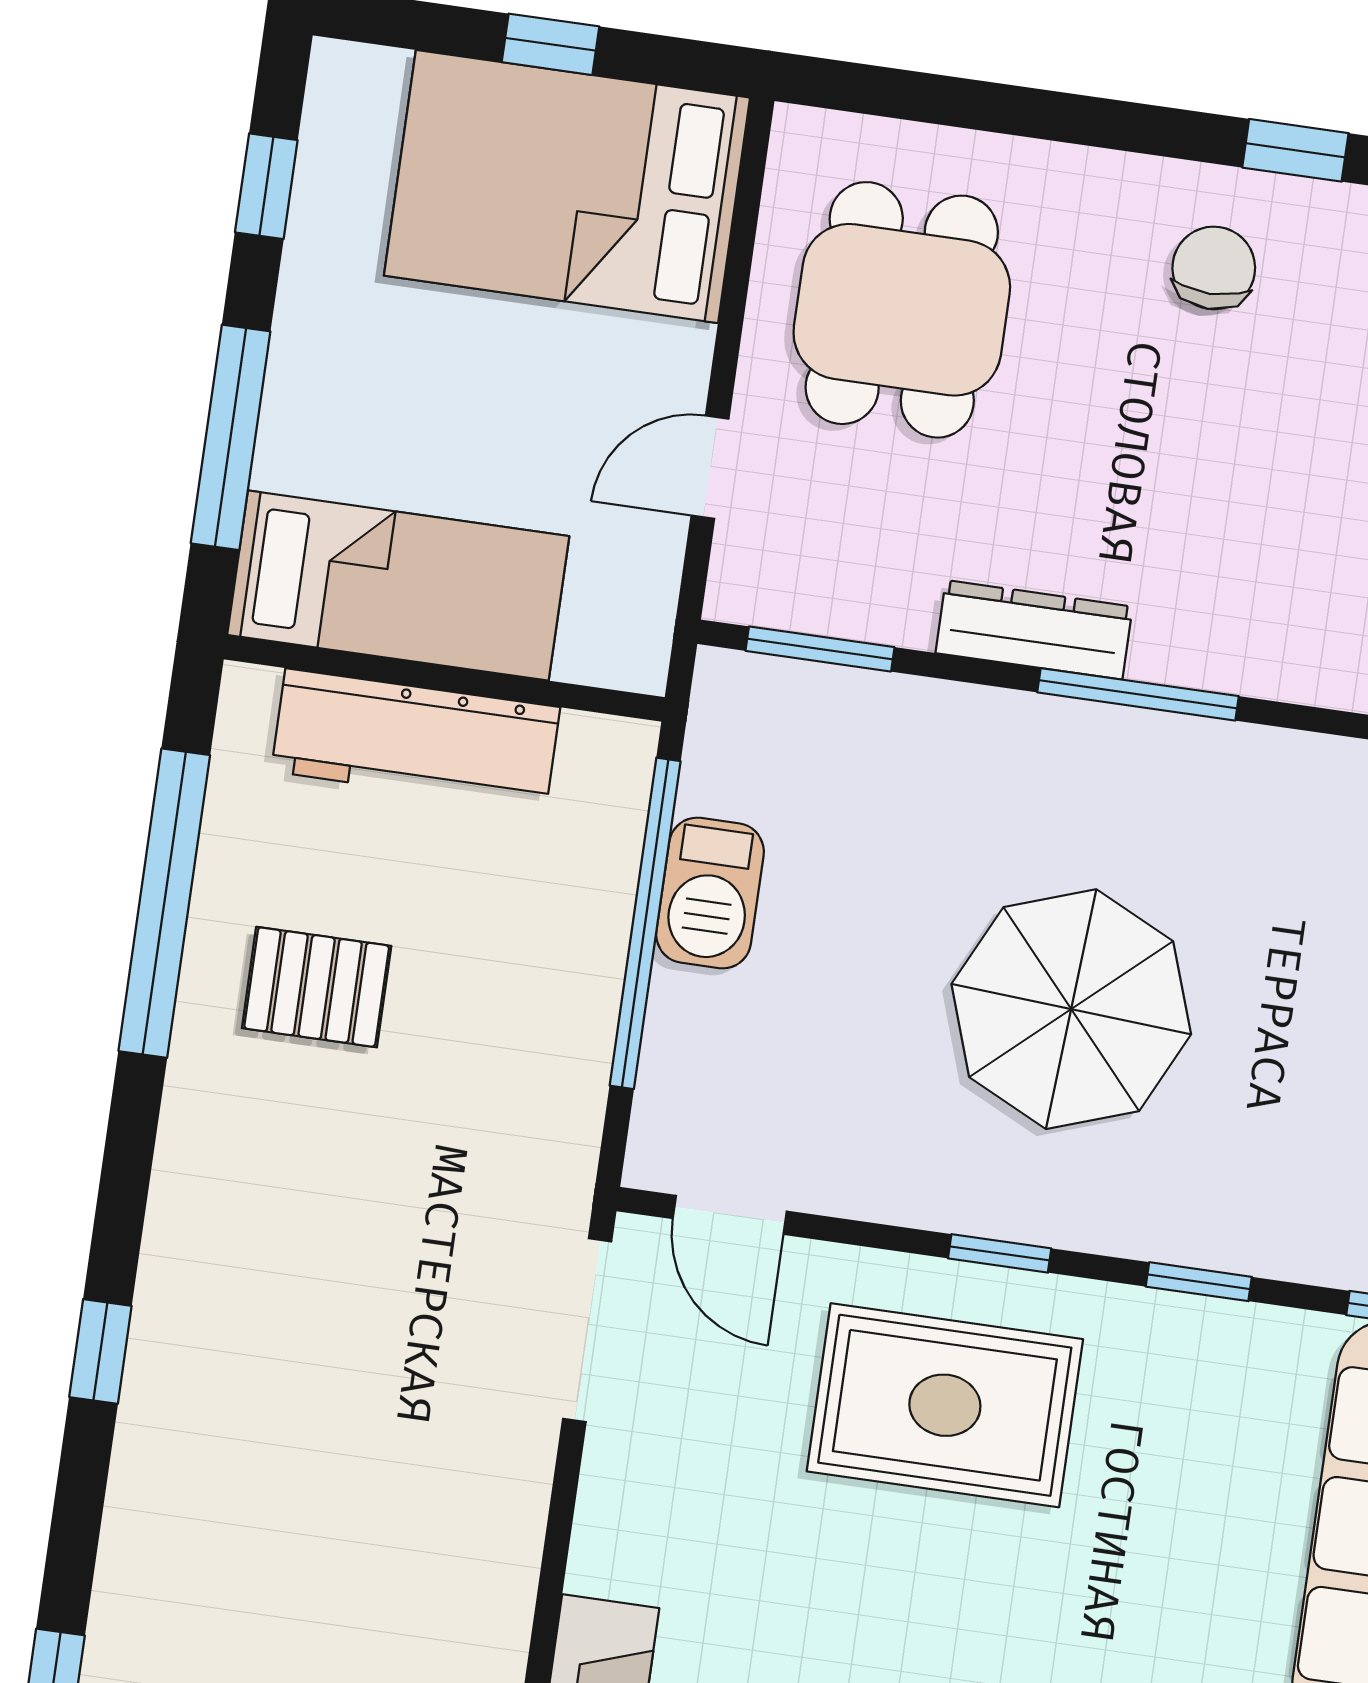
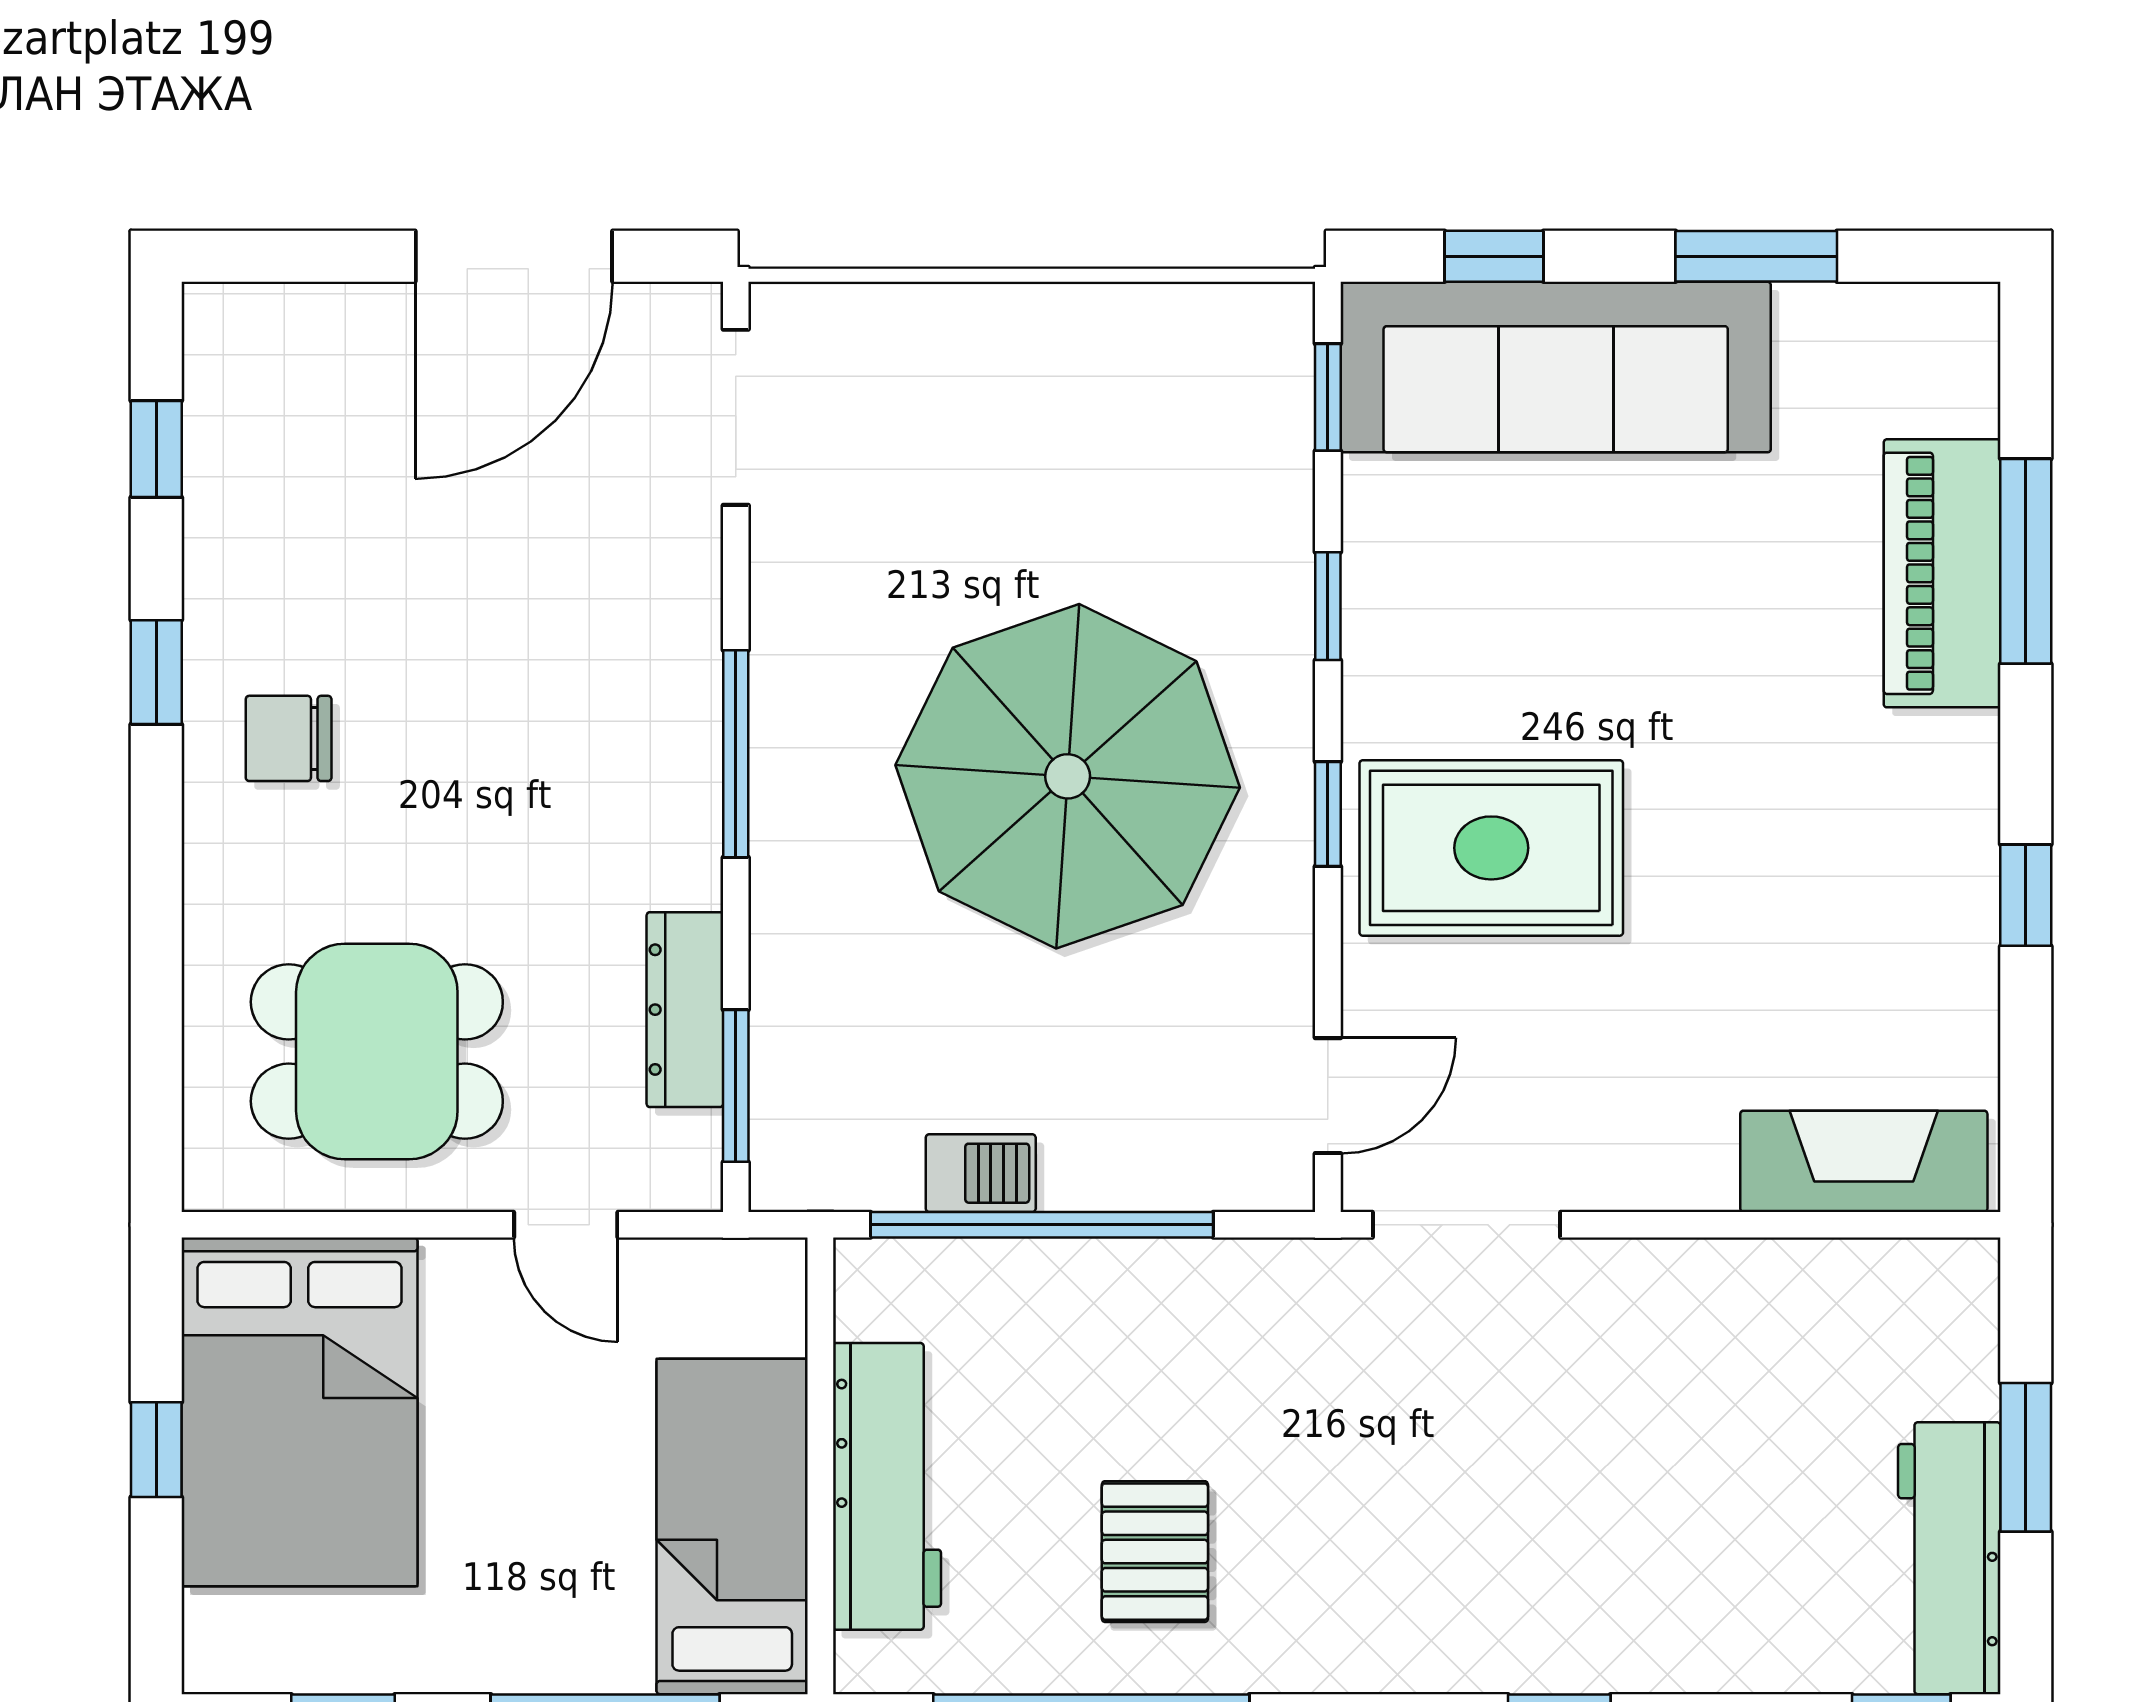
dresser: (1034, 630) -> (685, 1010), moved
barbecue: (710, 893) -> (981, 1173), width x0.73, depth x0.79
parasol: (1071, 1009) -> (1068, 776), width x1.36, depth x1.36
rug: (945, 1405) -> (1491, 848), turned 90

